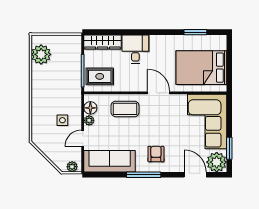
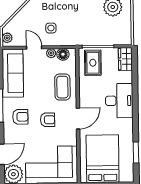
wardrobe: (103, 42) -> (125, 59), width x0.67
desk: (135, 49) -> (119, 101), width x1.37
armchair: (159, 125) -> (48, 120), added

